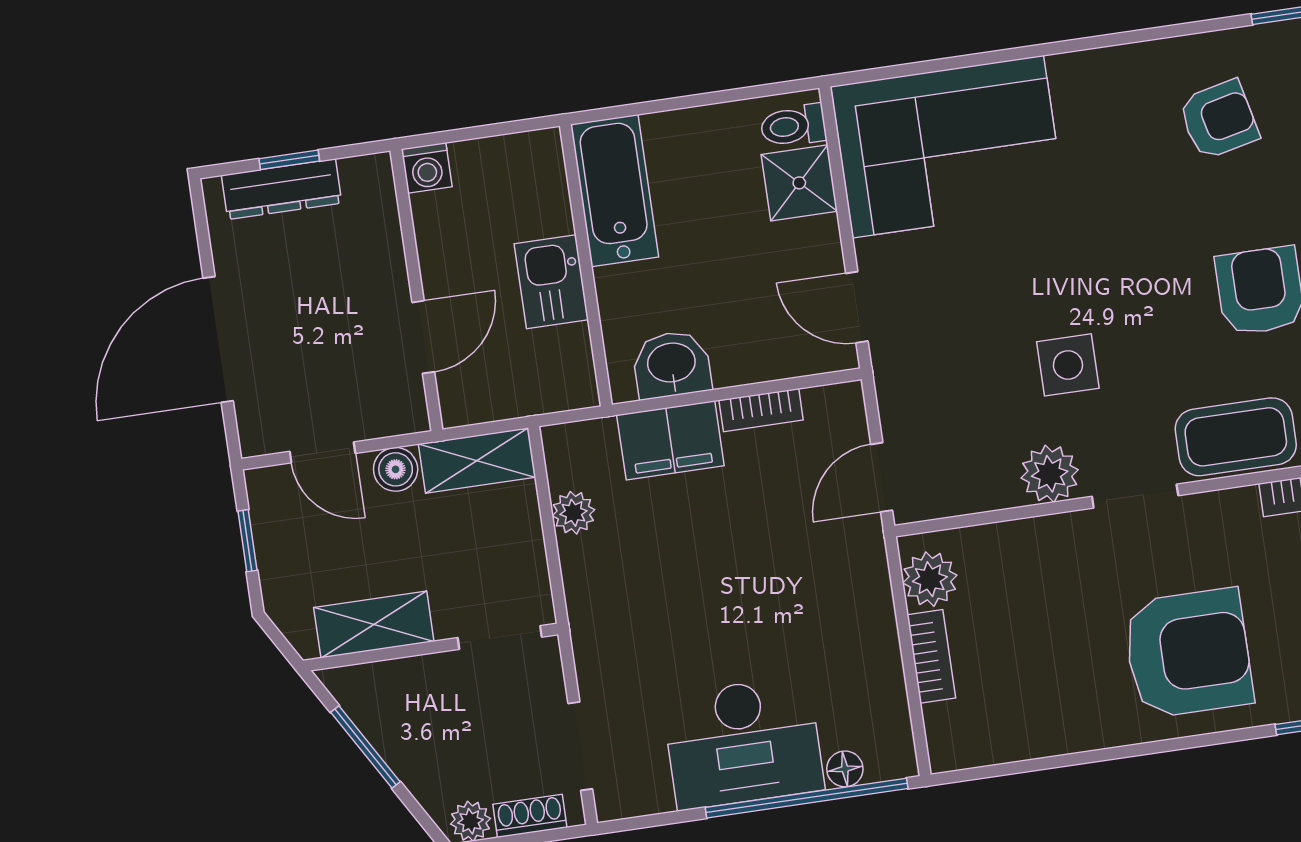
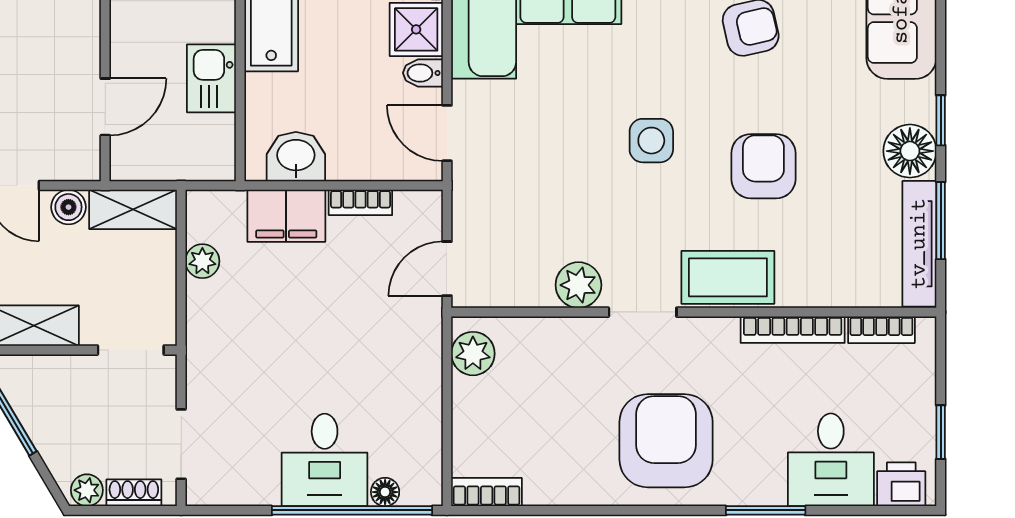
bidet: (816, 236) -> (423, 73), added
side table: (1068, 365) -> (651, 141), moved
armchair: (1188, 653) -> (666, 441), turned -90
bookcase: (931, 656) -> (487, 492), moved, turned -90
desk: (743, 743) -> (325, 460), width x0.73

